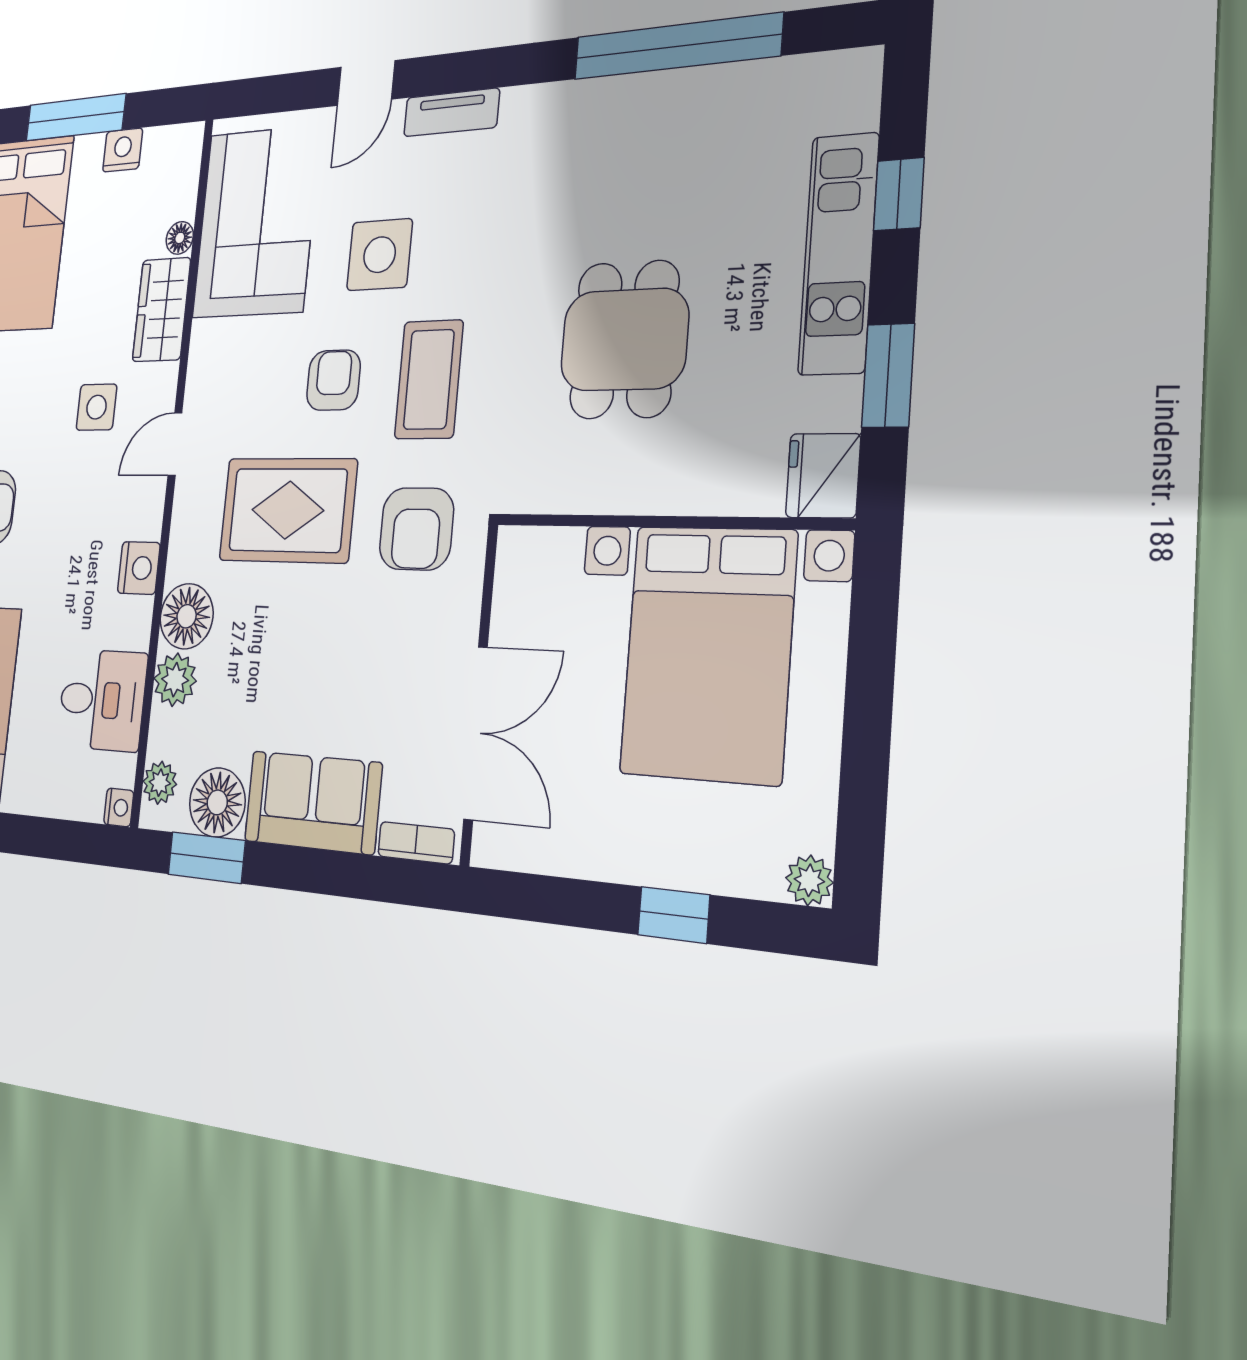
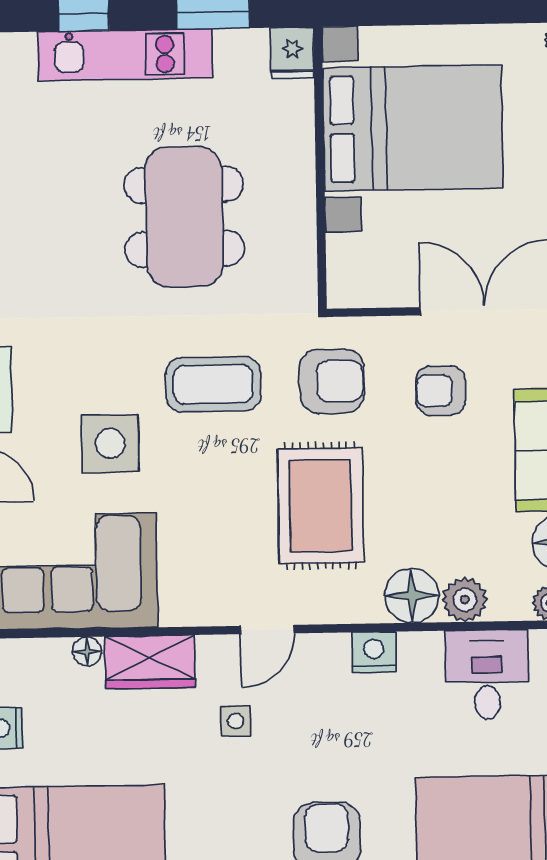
dining table: (624, 340) -> (184, 217), width x1.37
armchair: (333, 380) -> (440, 390), moved
side table: (96, 407) -> (236, 721), width x0.73, depth x0.73
door: (175, 444) -> (267, 630), hinge flipped
fridge: (823, 476) -> (292, 53), width x0.72

